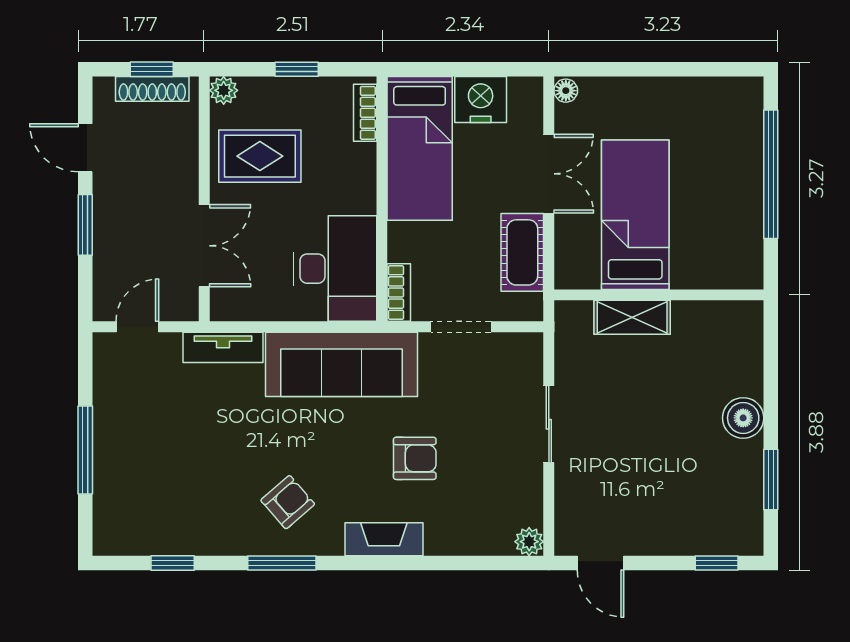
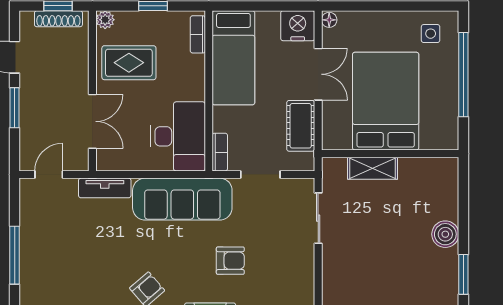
nightstand: (481, 99) -> (298, 26), moved
side table: (721, 112) -> (431, 34), added
bed: (635, 215) -> (386, 101), width x1.50
sliding door: (549, 424) -> (318, 218), moved

